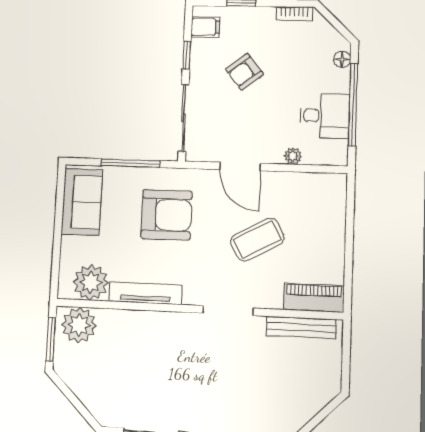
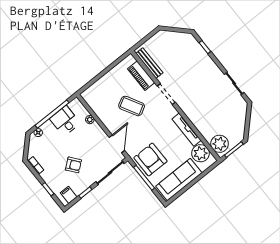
door: (240, 167) -> (117, 144), moved
sofa: (82, 202) -> (179, 180), width x1.36
armchair: (166, 215) -> (150, 159), moved
piano: (314, 298) -> (141, 76), moved

